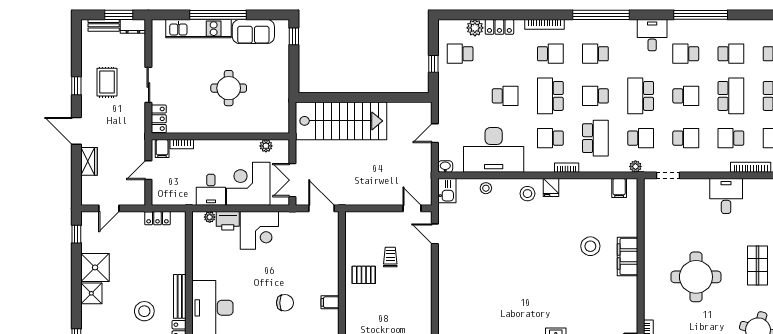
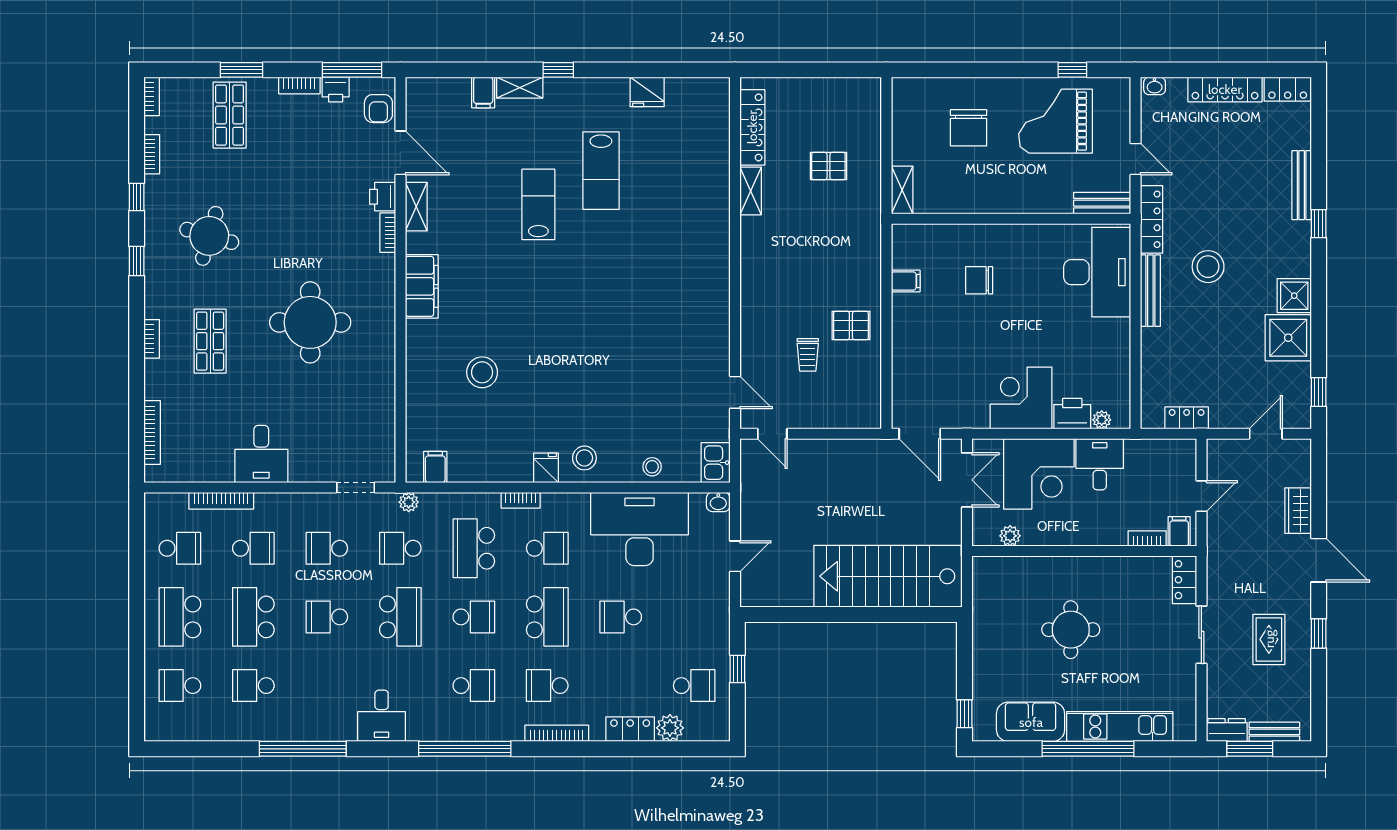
school desk: (686, 54) -> (327, 686), removed
filing cabinet: (627, 257) -> (422, 286), moved

